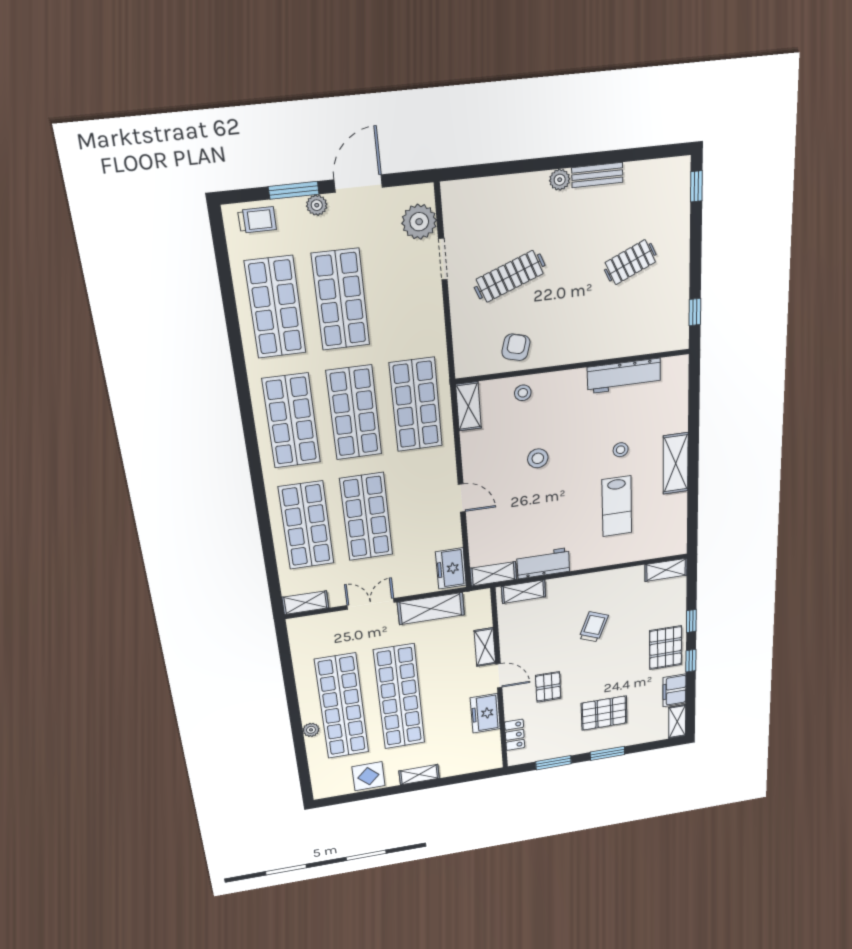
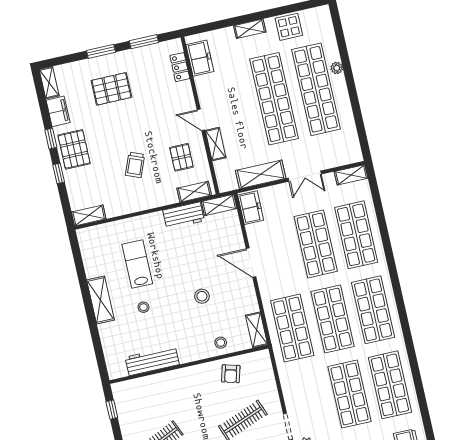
door: (462, 498) -> (251, 263), width x1.38
pallet: (548, 687) -> (181, 157), moved
freezer: (485, 713) -> (200, 58), moved

